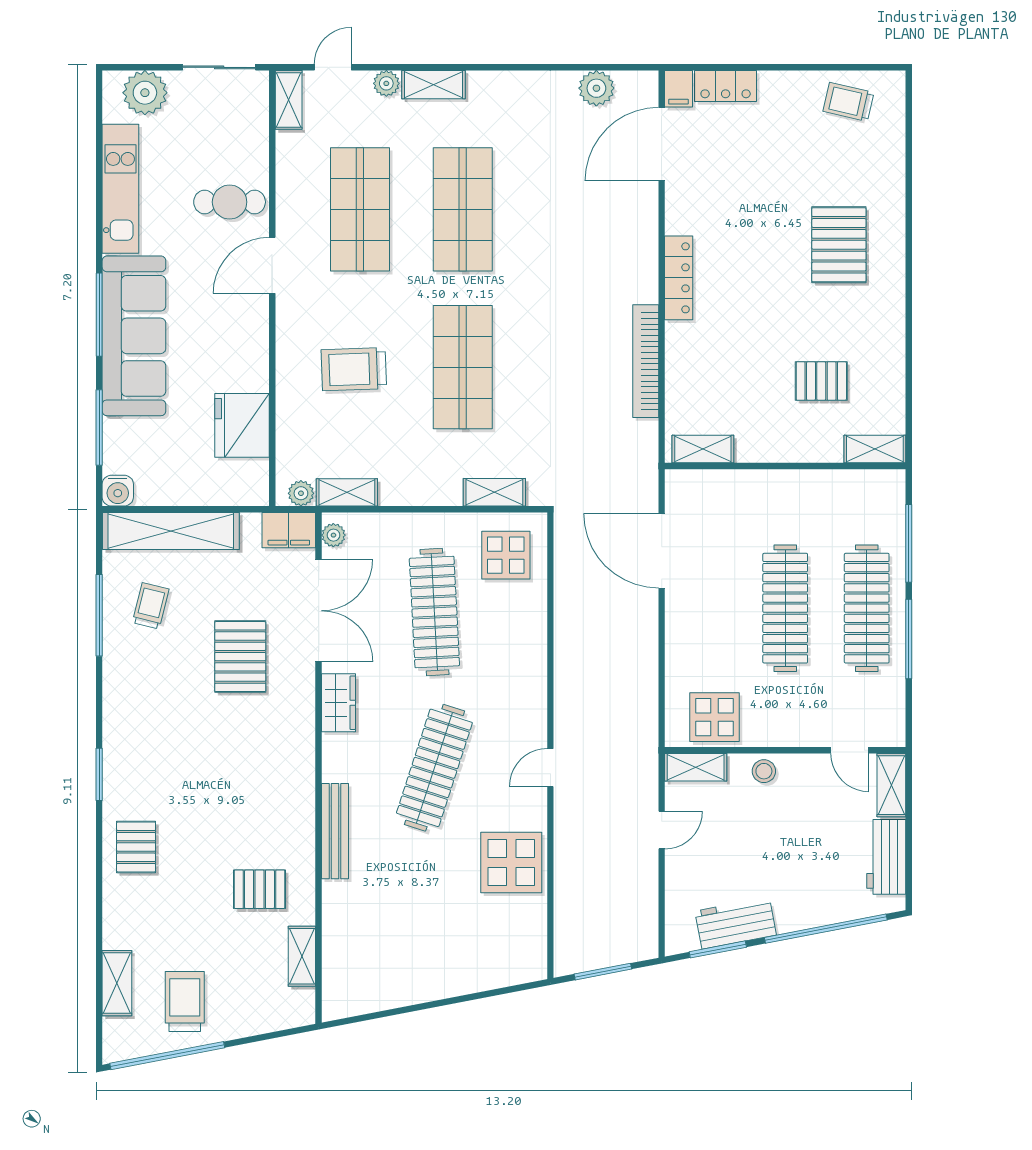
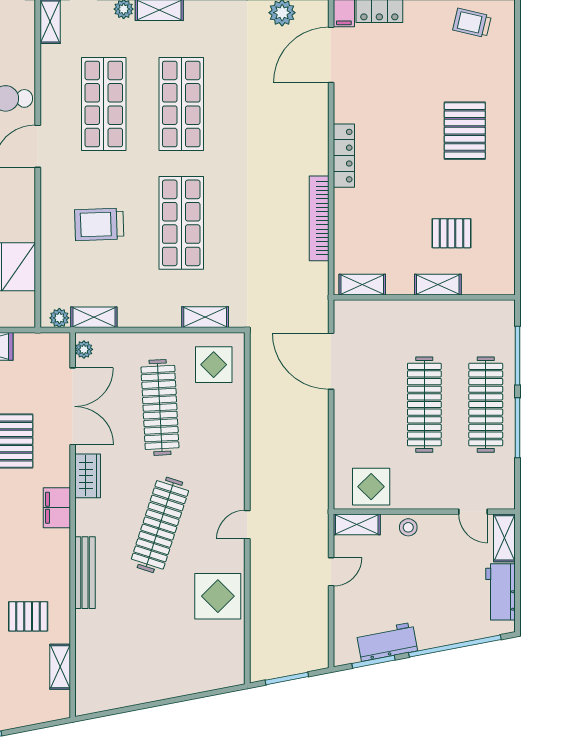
shelving: (875, 449) -> (438, 285), moved
filing cabinet: (289, 530) -> (57, 508), moved, turned 90

